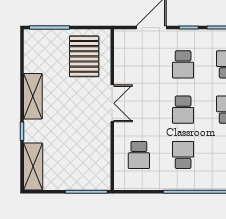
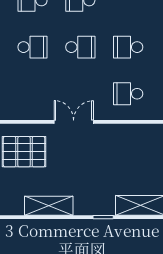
shelving: (33, 96) -> (49, 206), moved
school desk: (139, 155) -> (128, 94), turned 180

